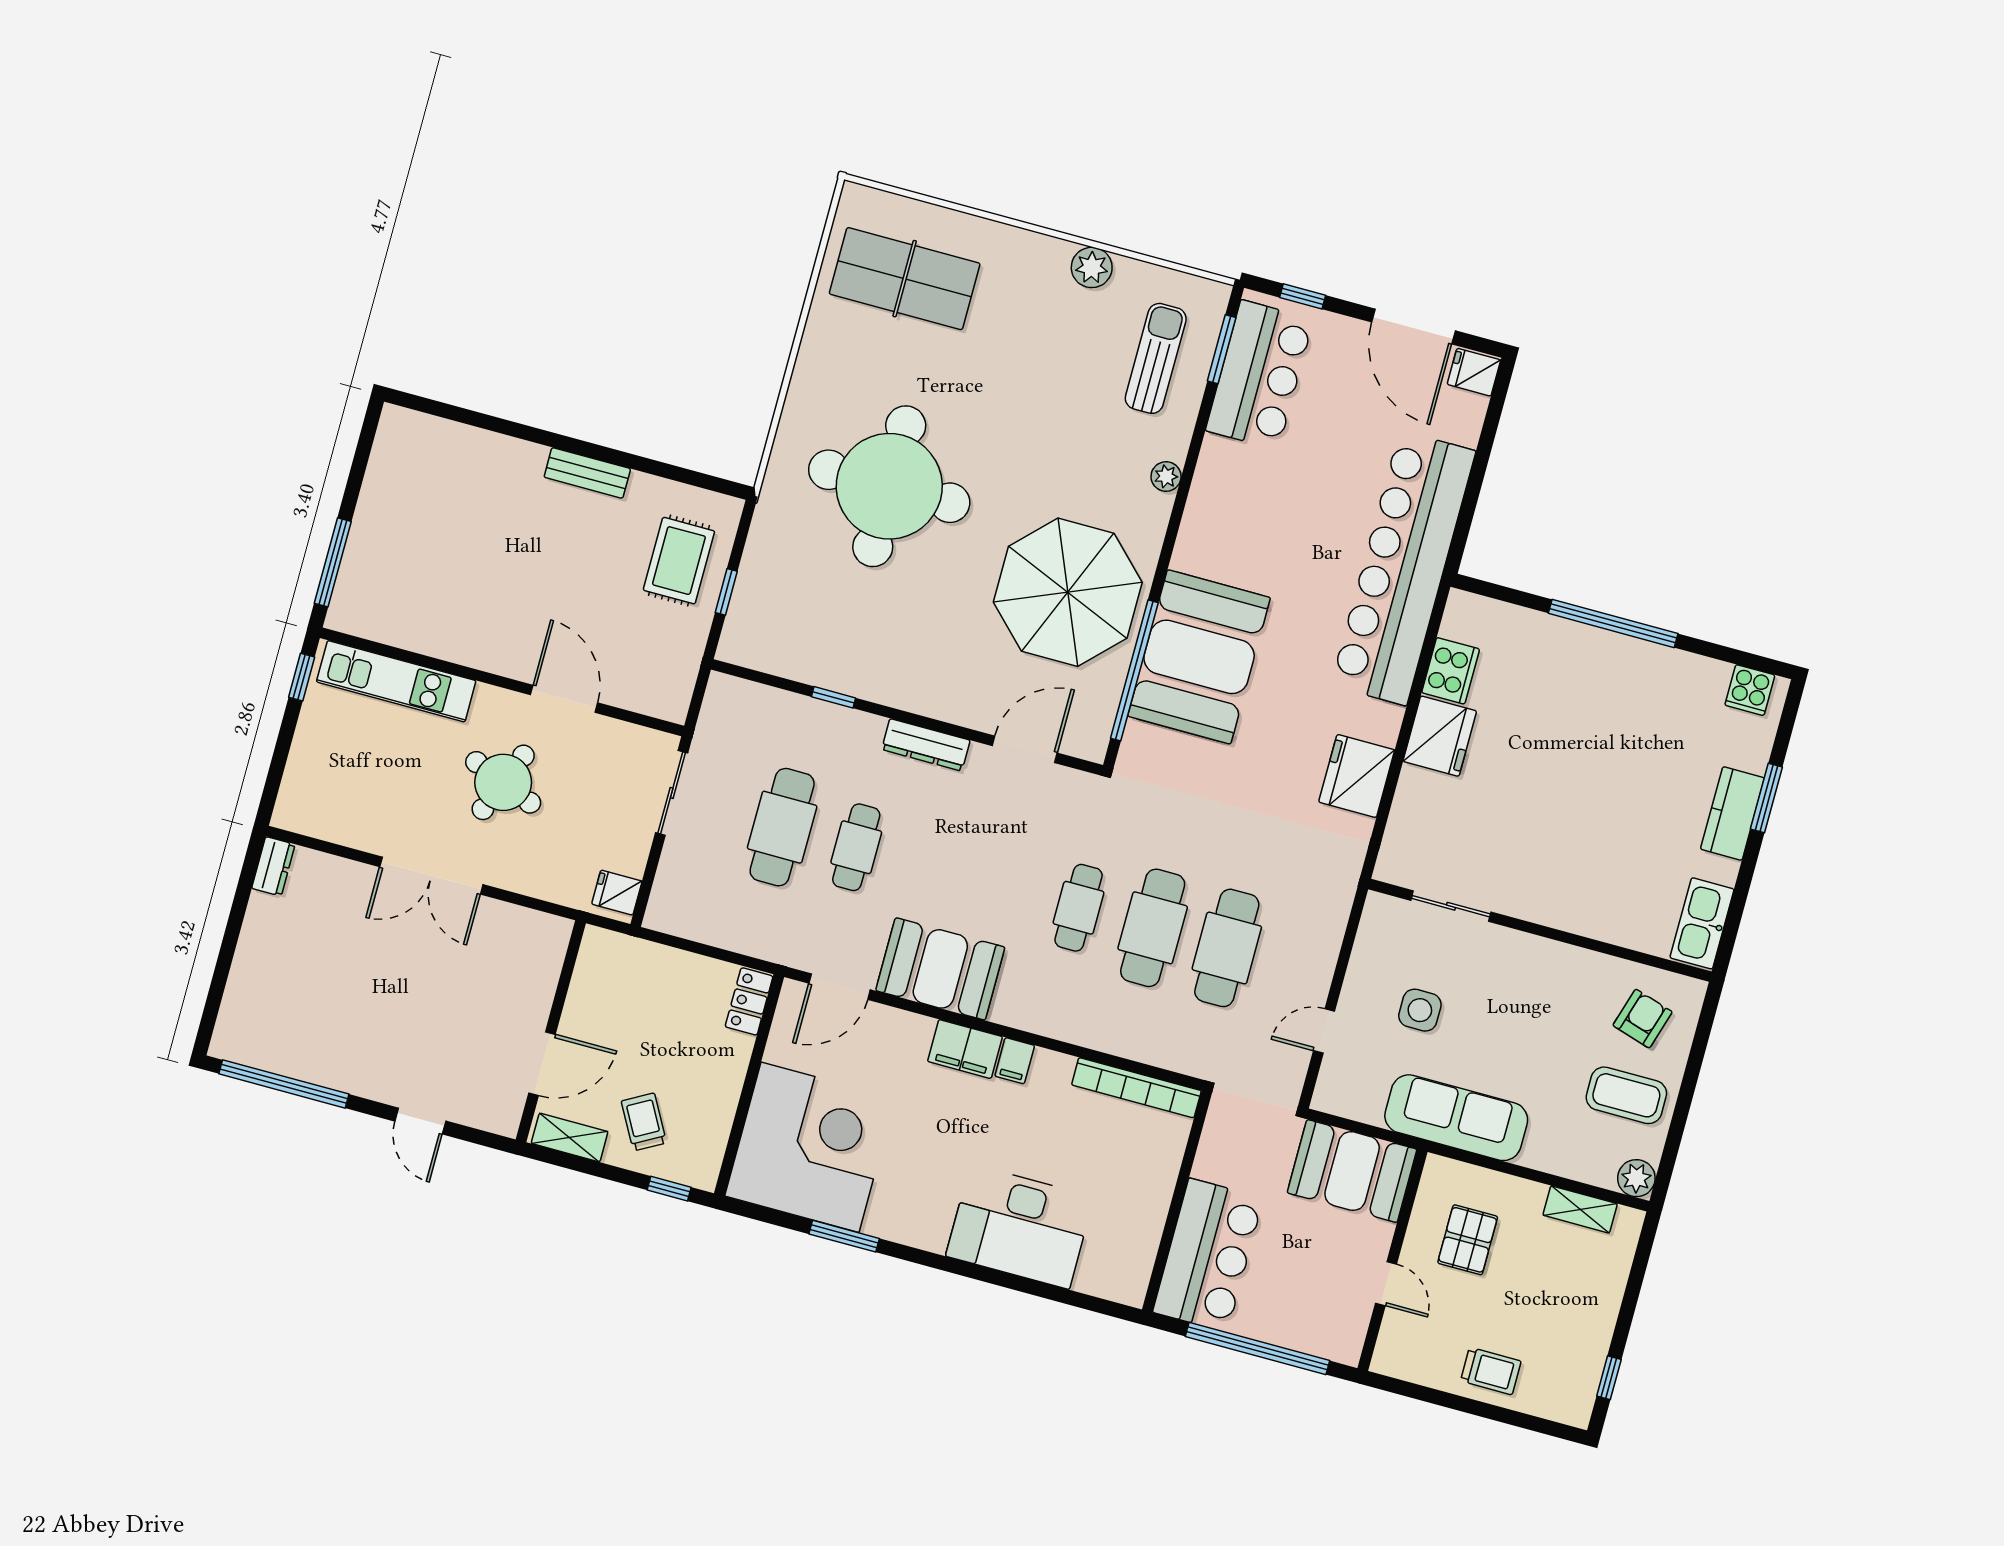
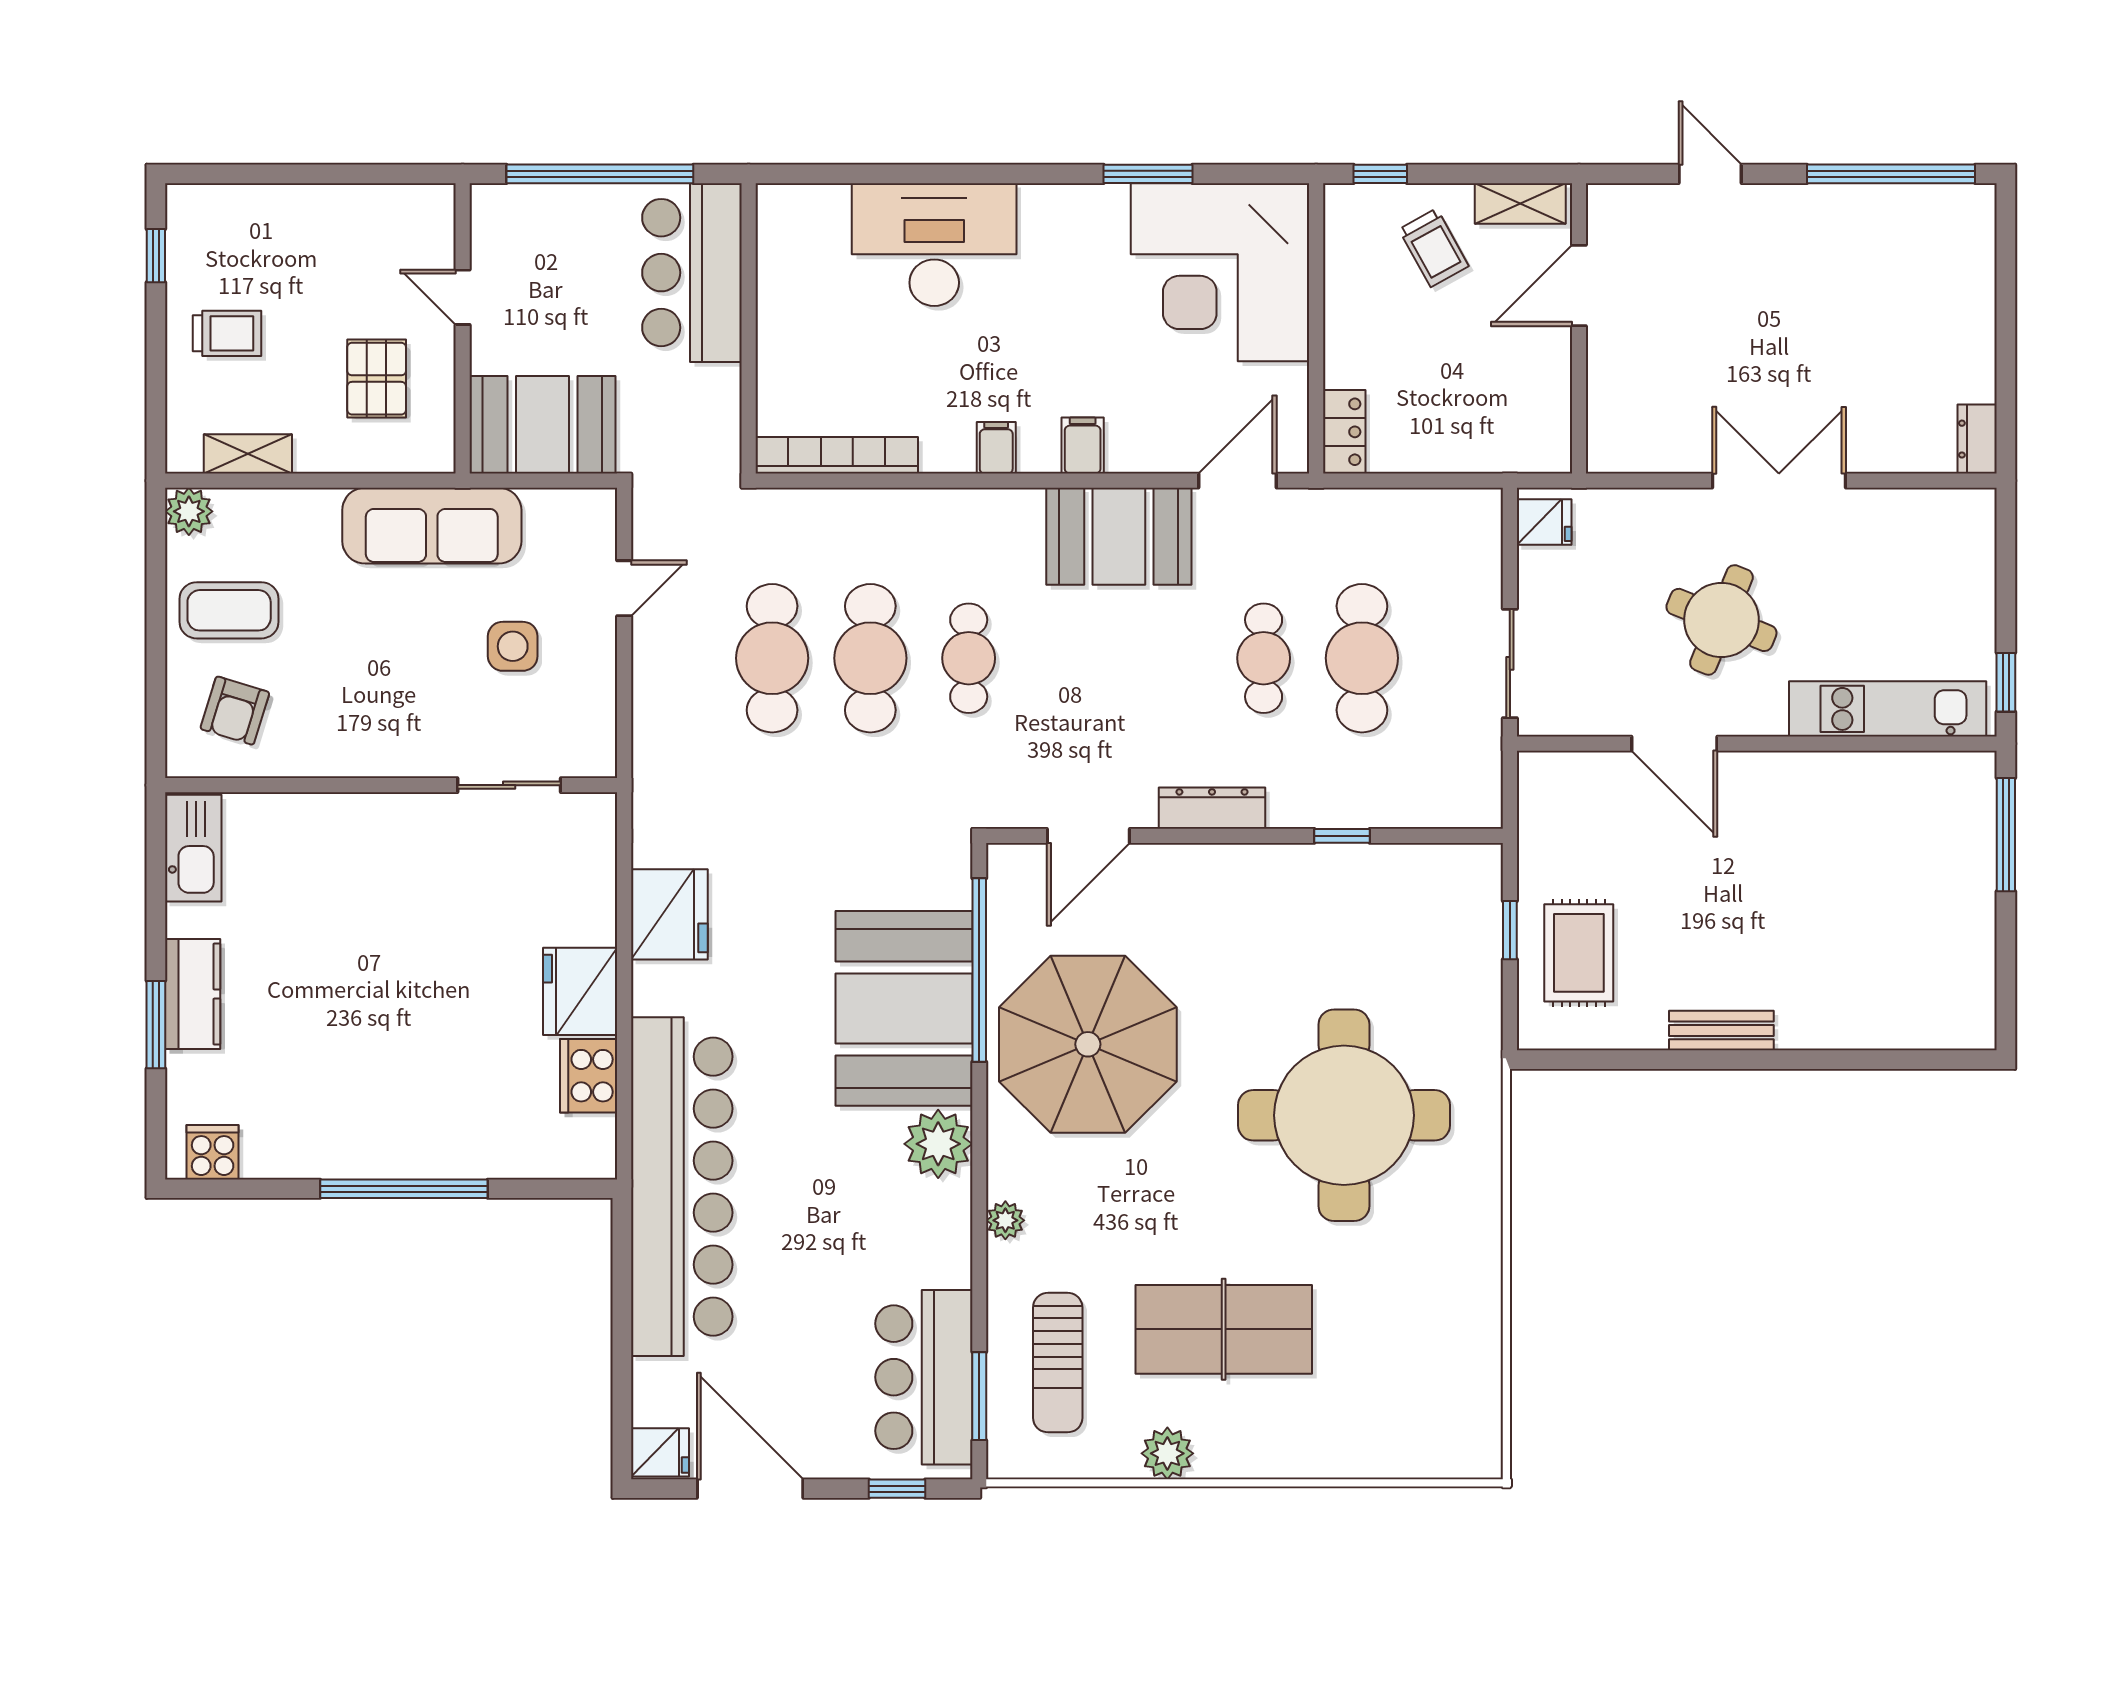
table tennis table: (905, 279) -> (1224, 1329), moved
plant: (1201, 548) -> (938, 1144), added
filing cabinet: (965, 1049) -> (1083, 446), width x0.50
trolley: (1491, 1371) -> (227, 333), moved, turned 180

